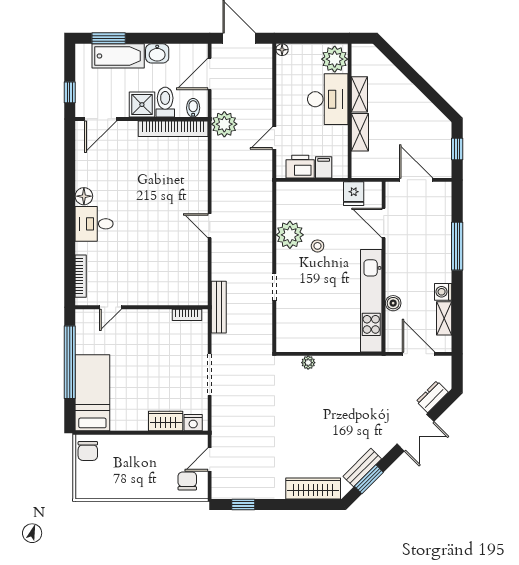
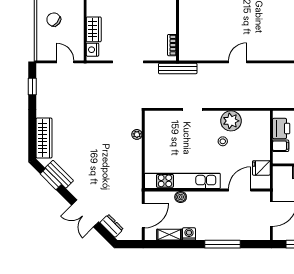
chair: (187, 481) -> (54, 20), moved, turned -141

